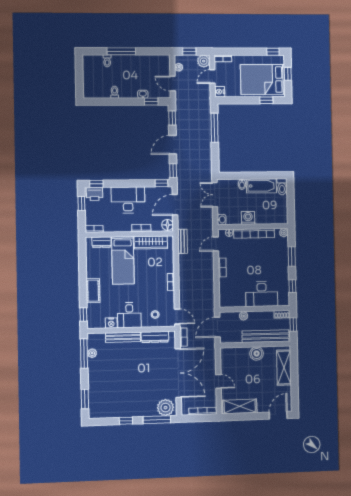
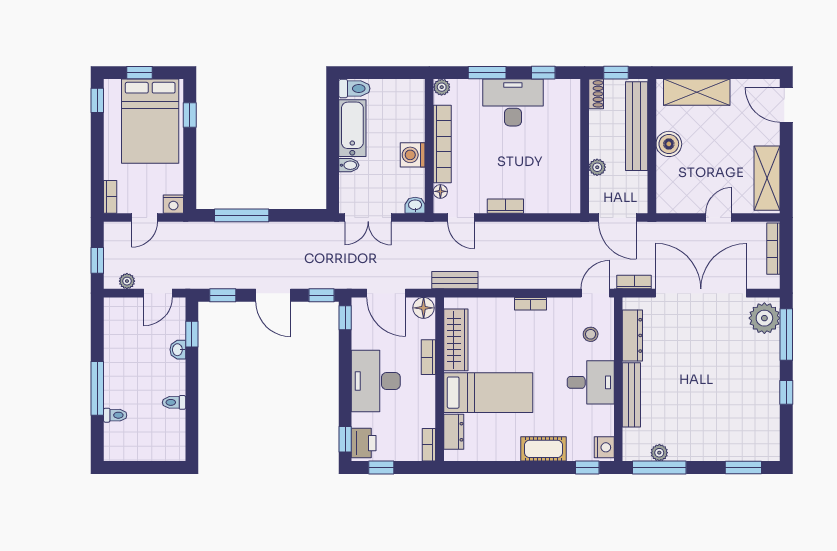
plant: (204, 61) -> (115, 234), removed
door: (212, 76) -> (145, 217), hinge flipped
desk: (262, 294) -> (513, 102), moved, turned -90
nightstand: (111, 323) -> (604, 447), moved

